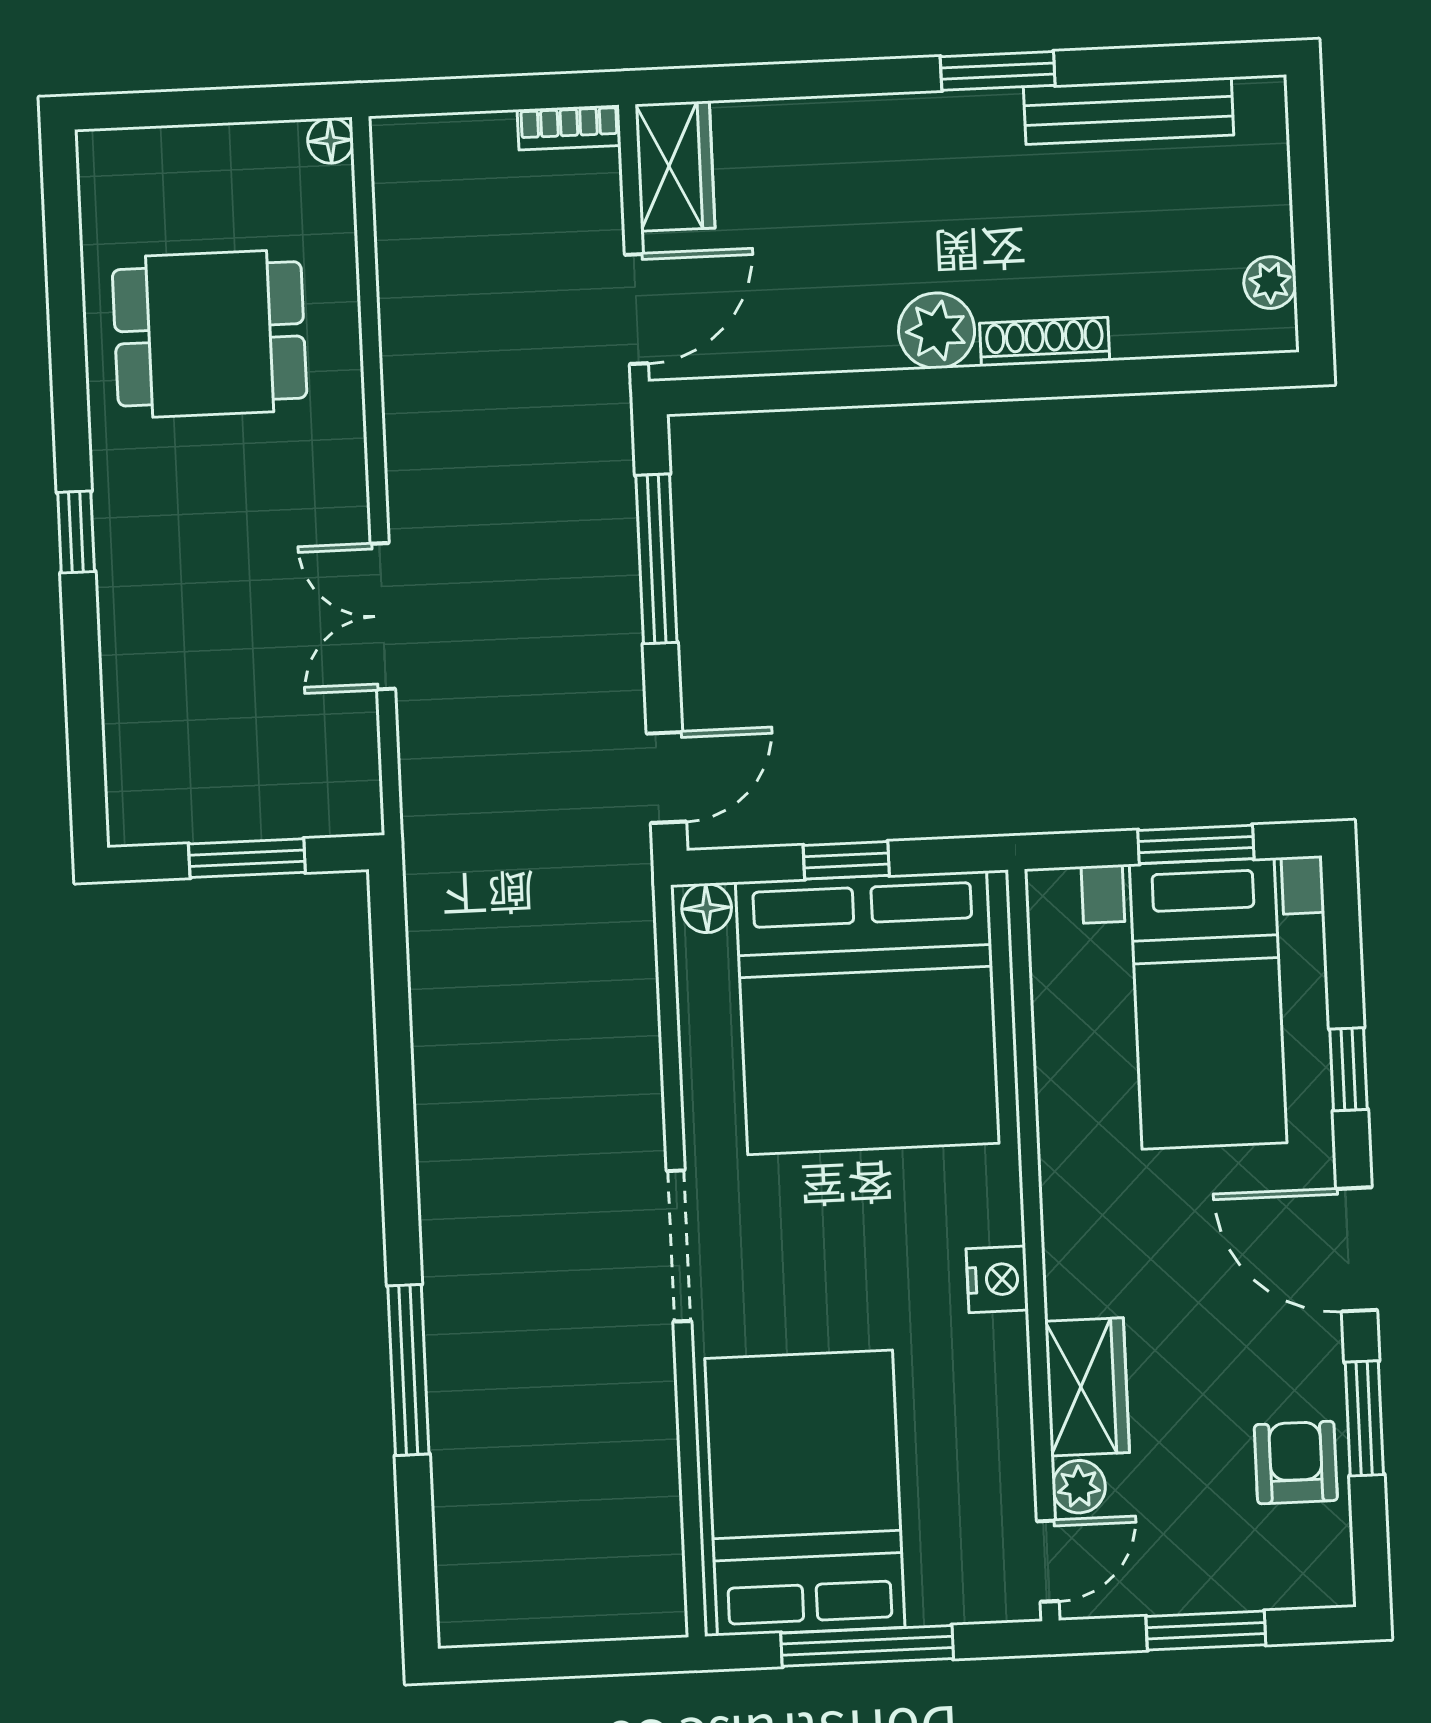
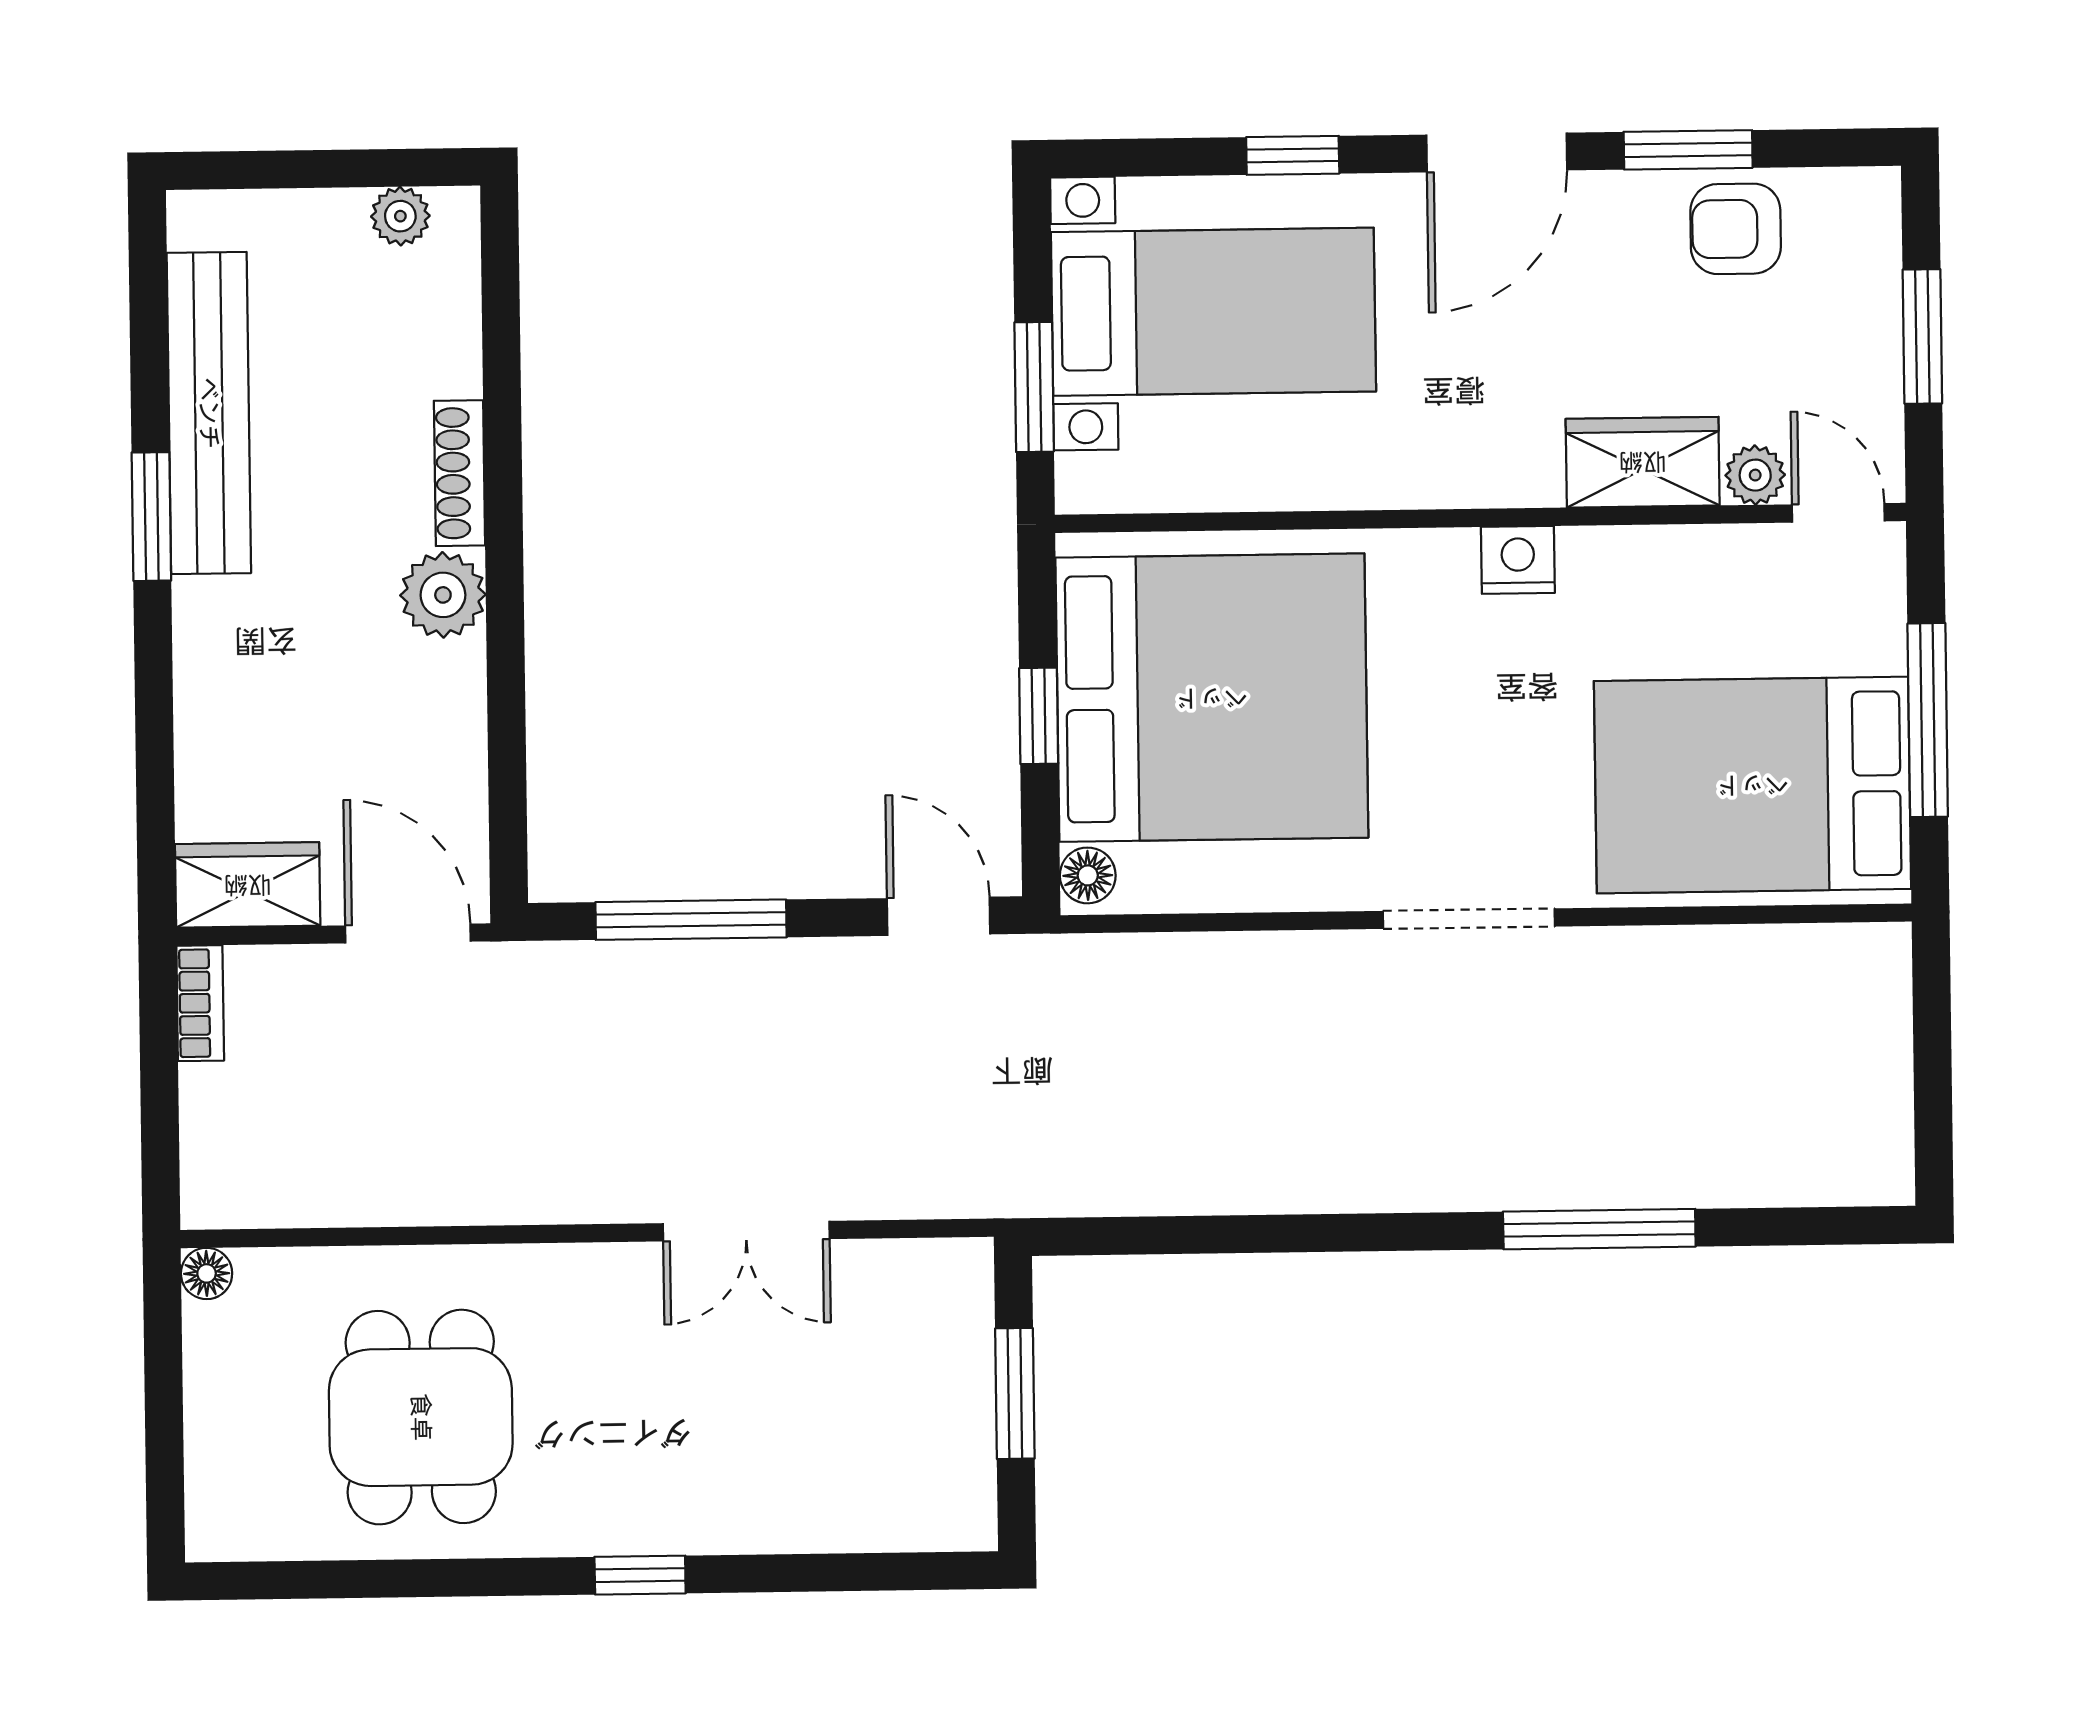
bench: (1129, 111) -> (209, 413), width x1.37, depth x1.21
window: (1196, 844) -> (1034, 387), moved

